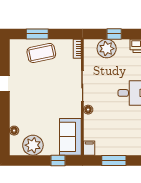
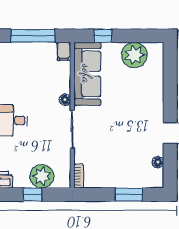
coffee table: (41, 53) -> (124, 171), removed
floor lamp: (14, 131) -> (158, 162), moved
sofa: (70, 137) -> (87, 74), width x1.36
window: (114, 160) -> (33, 36), width x1.44

